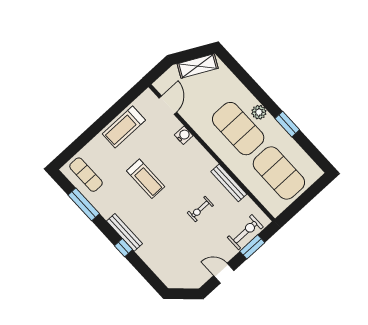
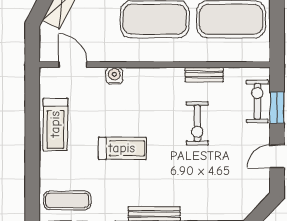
bench: (229, 183) -> (204, 74), width x0.73
exercise bike: (200, 209) -> (197, 123), width x1.38, depth x1.39

